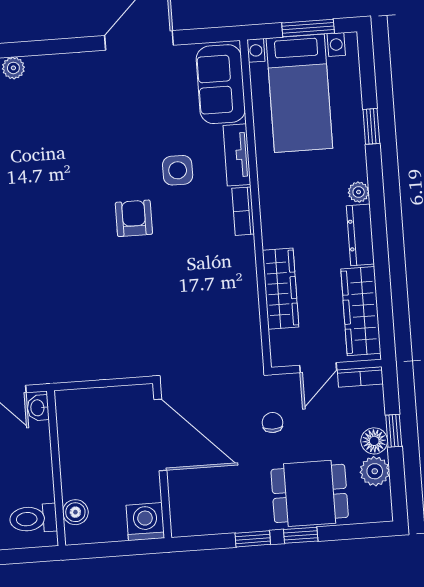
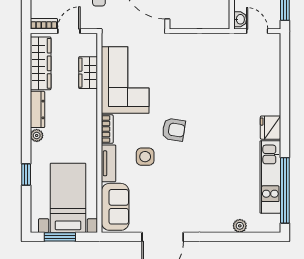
armchair: (134, 218) -> (174, 130), turned -81
wardrobe: (281, 289) -> (88, 73), width x0.67
corner sofa: (219, 294) -> (125, 80), added

